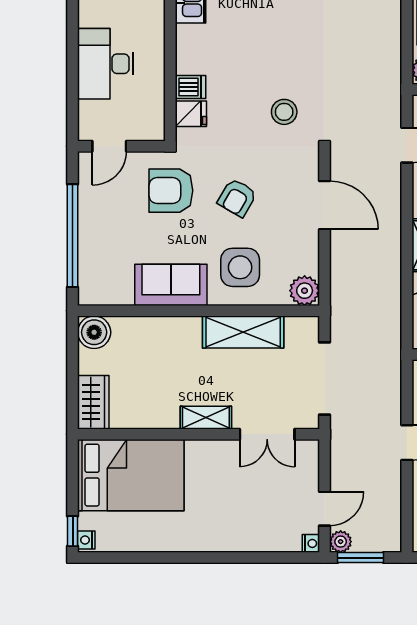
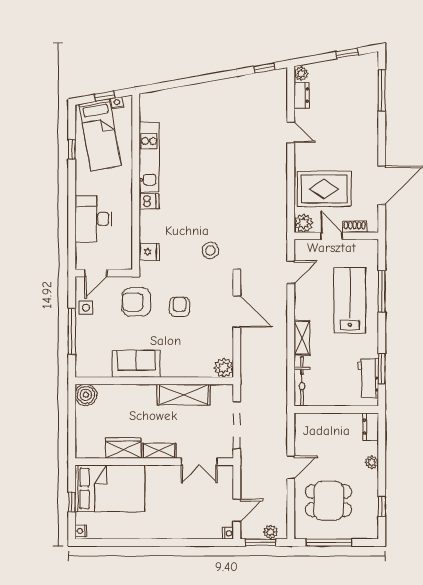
dishwasher: (191, 87) -> (149, 201), moved
armchair: (237, 198) -> (180, 307), turned 150
window: (73, 236) -> (72, 332), width x0.68
side table: (240, 267) -> (86, 308), moved, width x0.54, depth x0.54
wardrobe: (93, 402) -> (123, 448), moved, turned -90
window: (73, 531) -> (72, 502), moved
plant: (341, 542) -> (270, 532), moved

